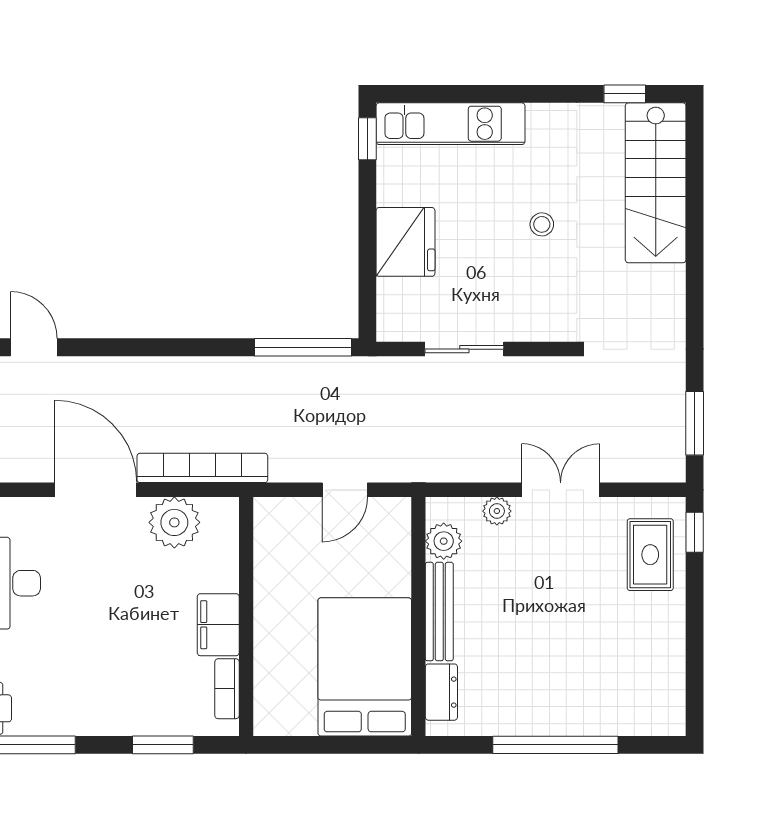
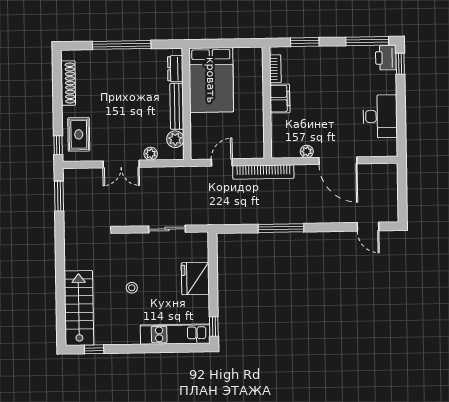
window: (303, 347) -> (281, 228), moved
bookcase: (202, 468) -> (263, 172), moved
plant: (174, 522) -> (307, 151), width x0.53, depth x0.53
shoe rack: (671, 665) -> (68, 83), added

